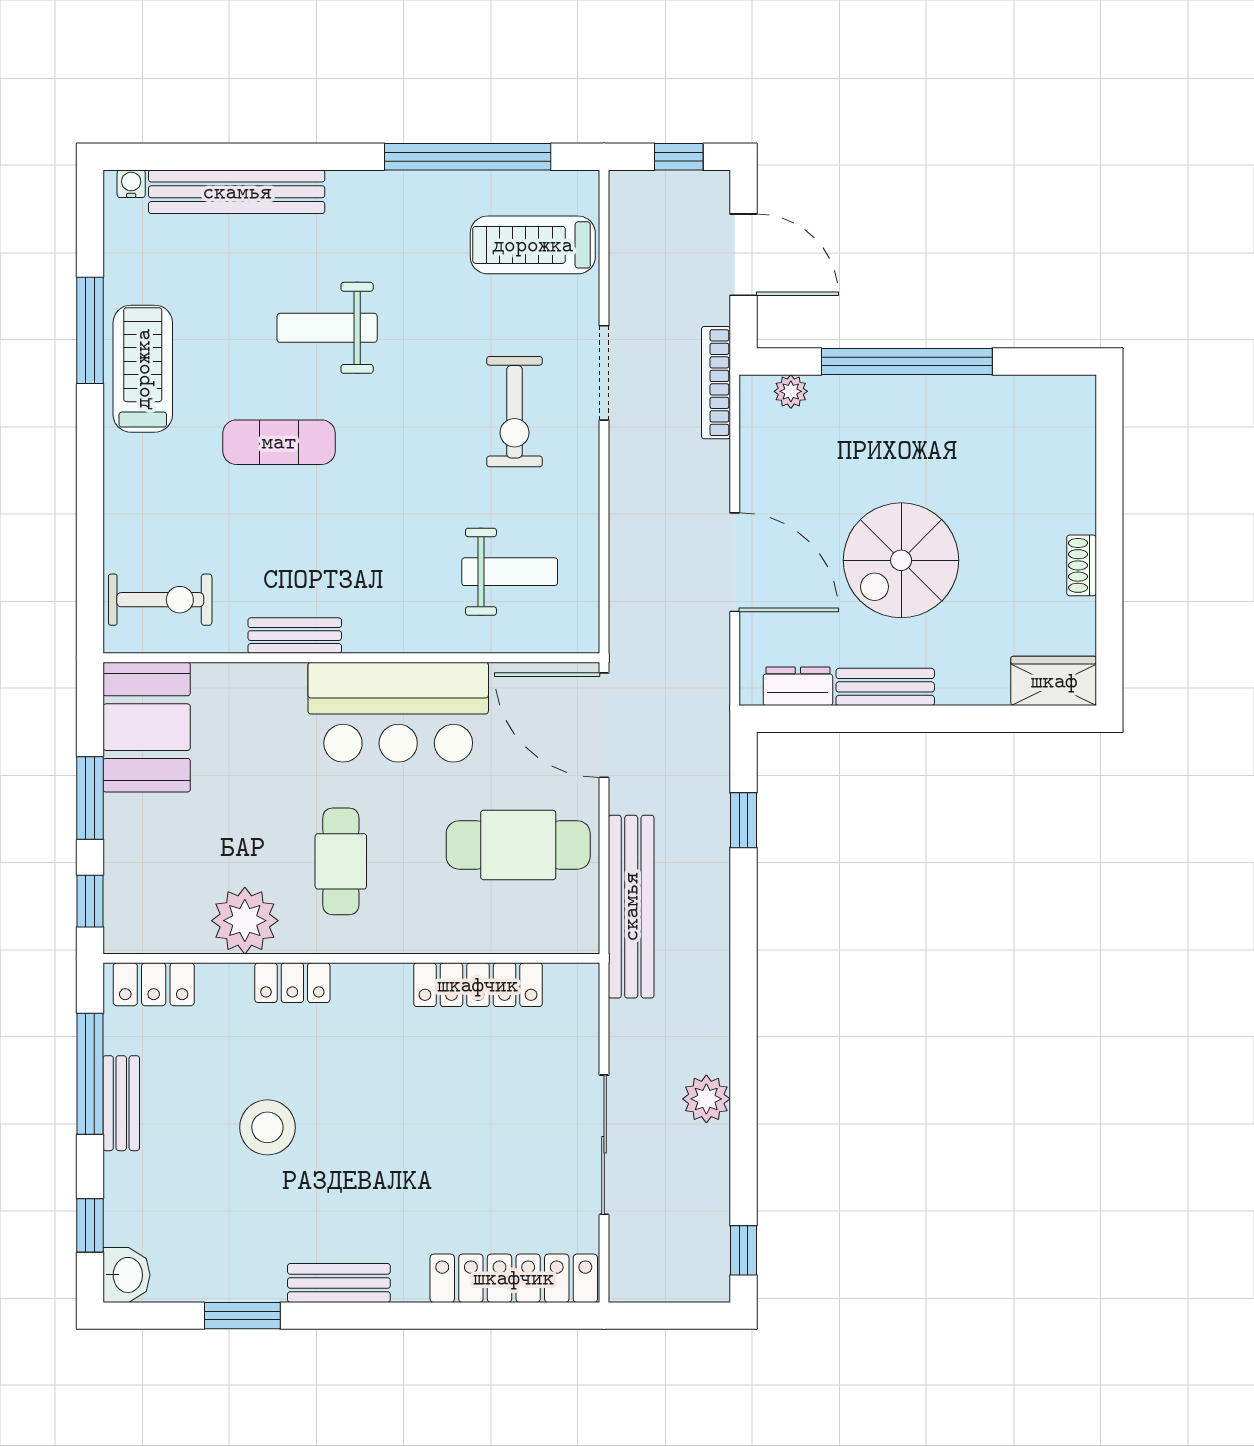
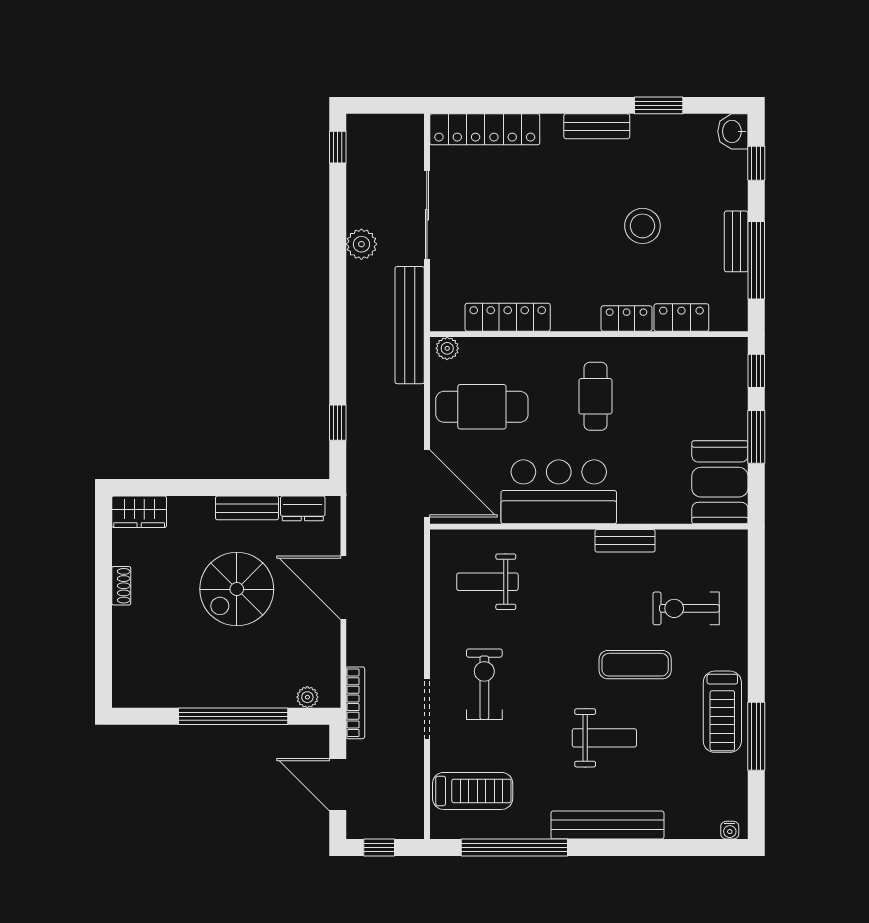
bench: (237, 192) -> (607, 825), moved
spiral stairs: (901, 560) -> (237, 589), turned 180
exercise bike: (160, 600) -> (686, 608), moved
bench: (631, 907) -> (410, 325), moved
plant: (245, 921) -> (447, 348), moved, width x0.53, depth x0.53
locker: (154, 984) -> (681, 318), moved

